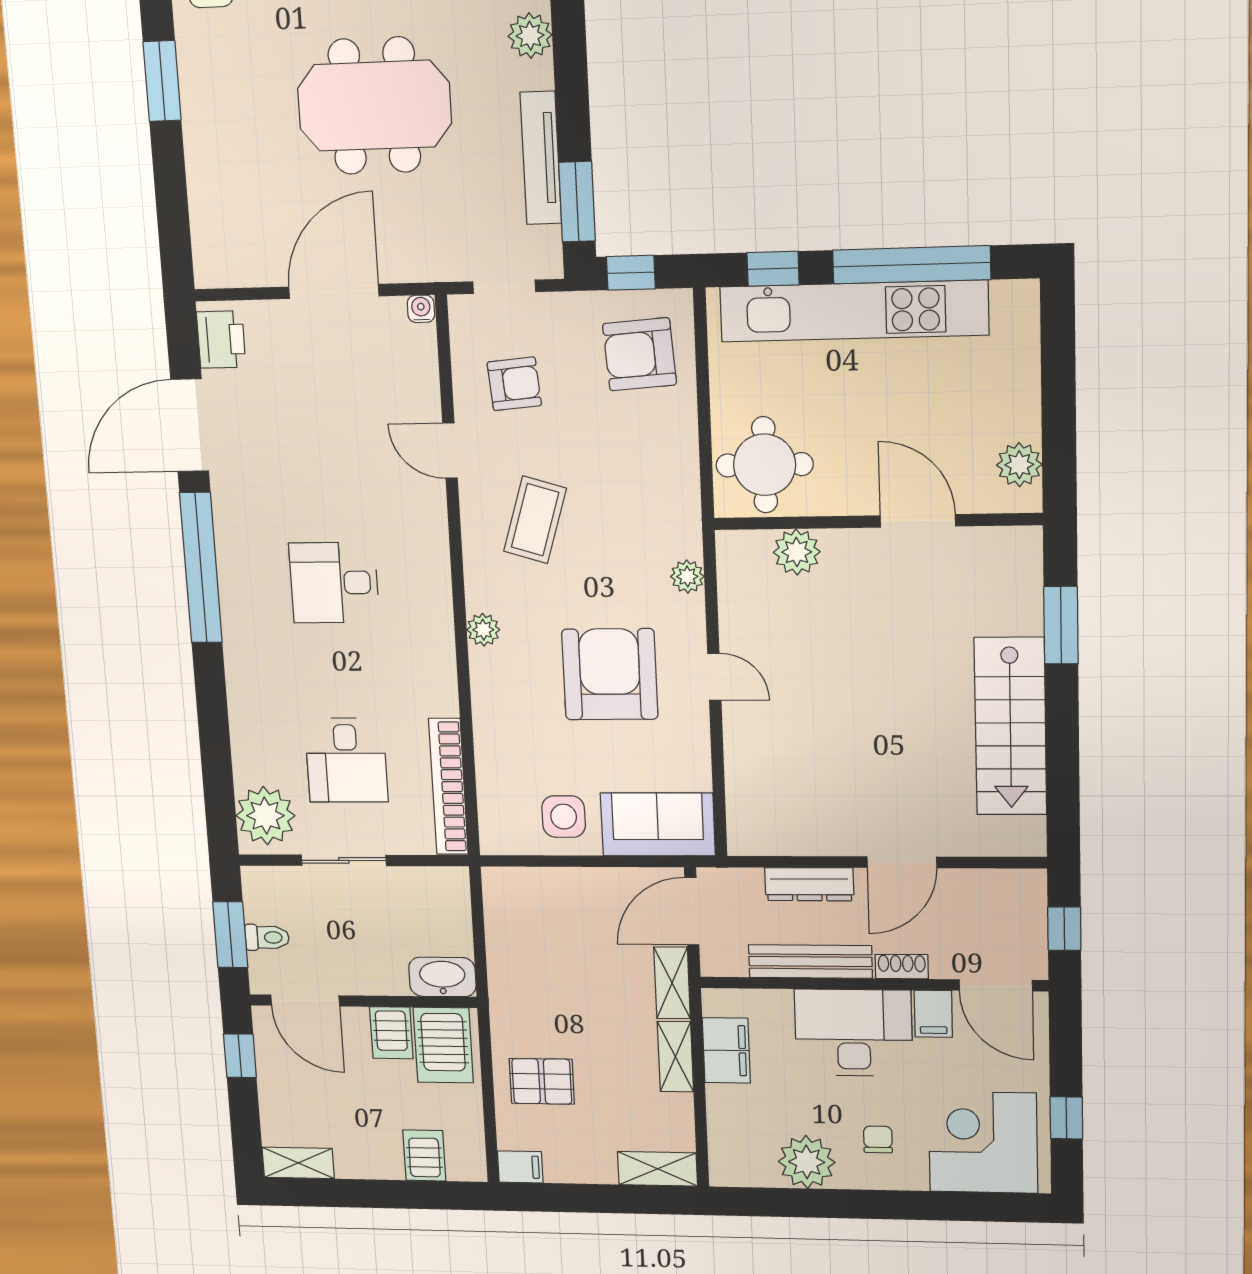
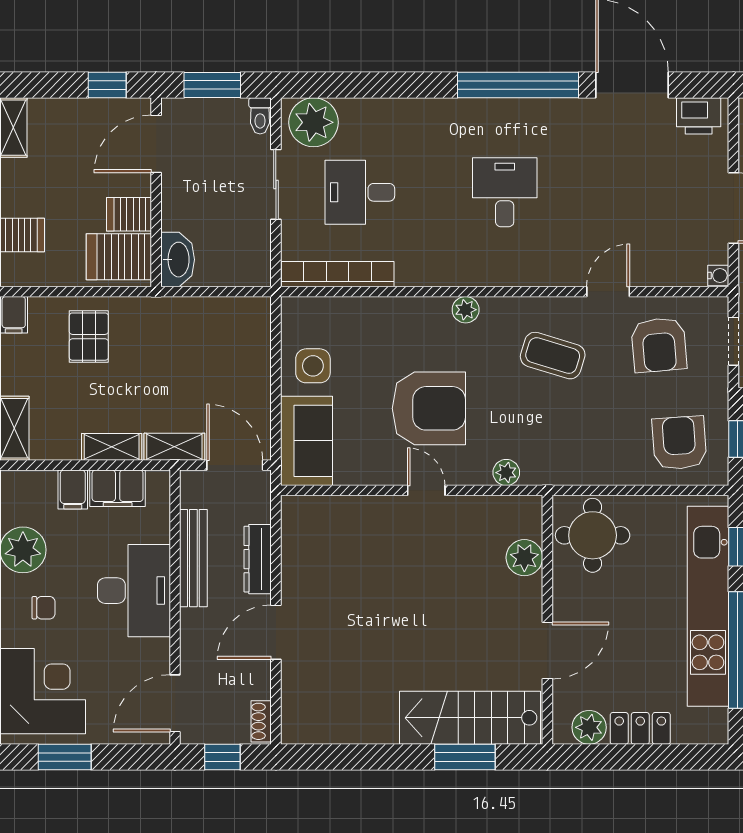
armchair: (514, 384) -> (659, 345), width x1.38, depth x1.38
locker: (1020, 397) -> (640, 728), added
door: (714, 677) -> (426, 490), swing flipped
stairs: (1010, 726) -> (470, 718), moved
door: (902, 862) -> (276, 632), hinge flipped
toilet: (267, 937) -> (260, 116), moved
shoe rack: (902, 967) -> (261, 721), moved, turned 180
filing cabinet: (933, 1014) -> (73, 489), moved, turned -90
window: (1066, 1118) -> (65, 757), width x1.50

